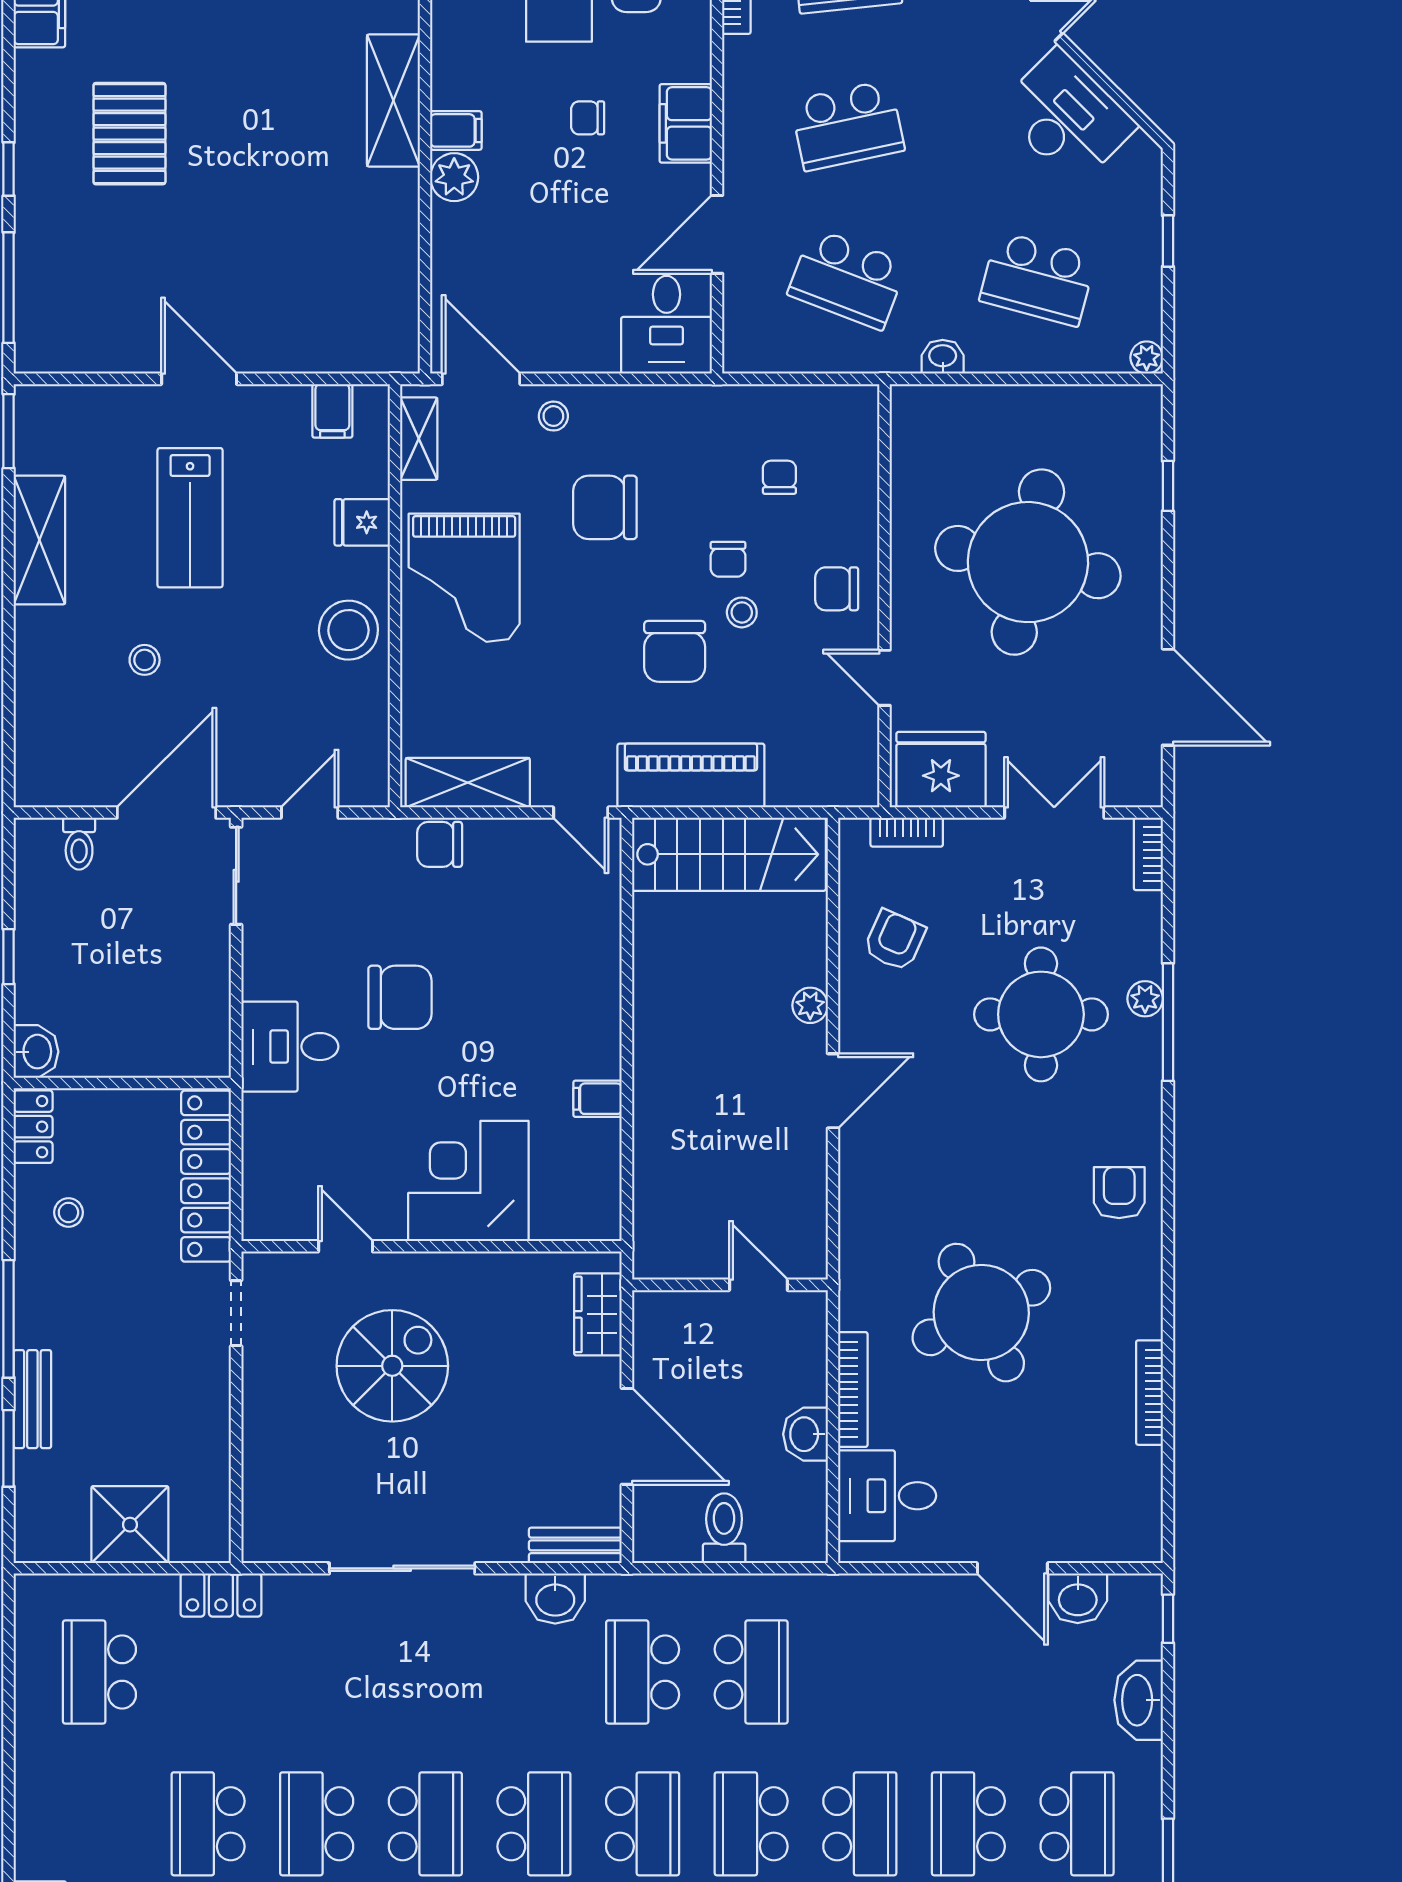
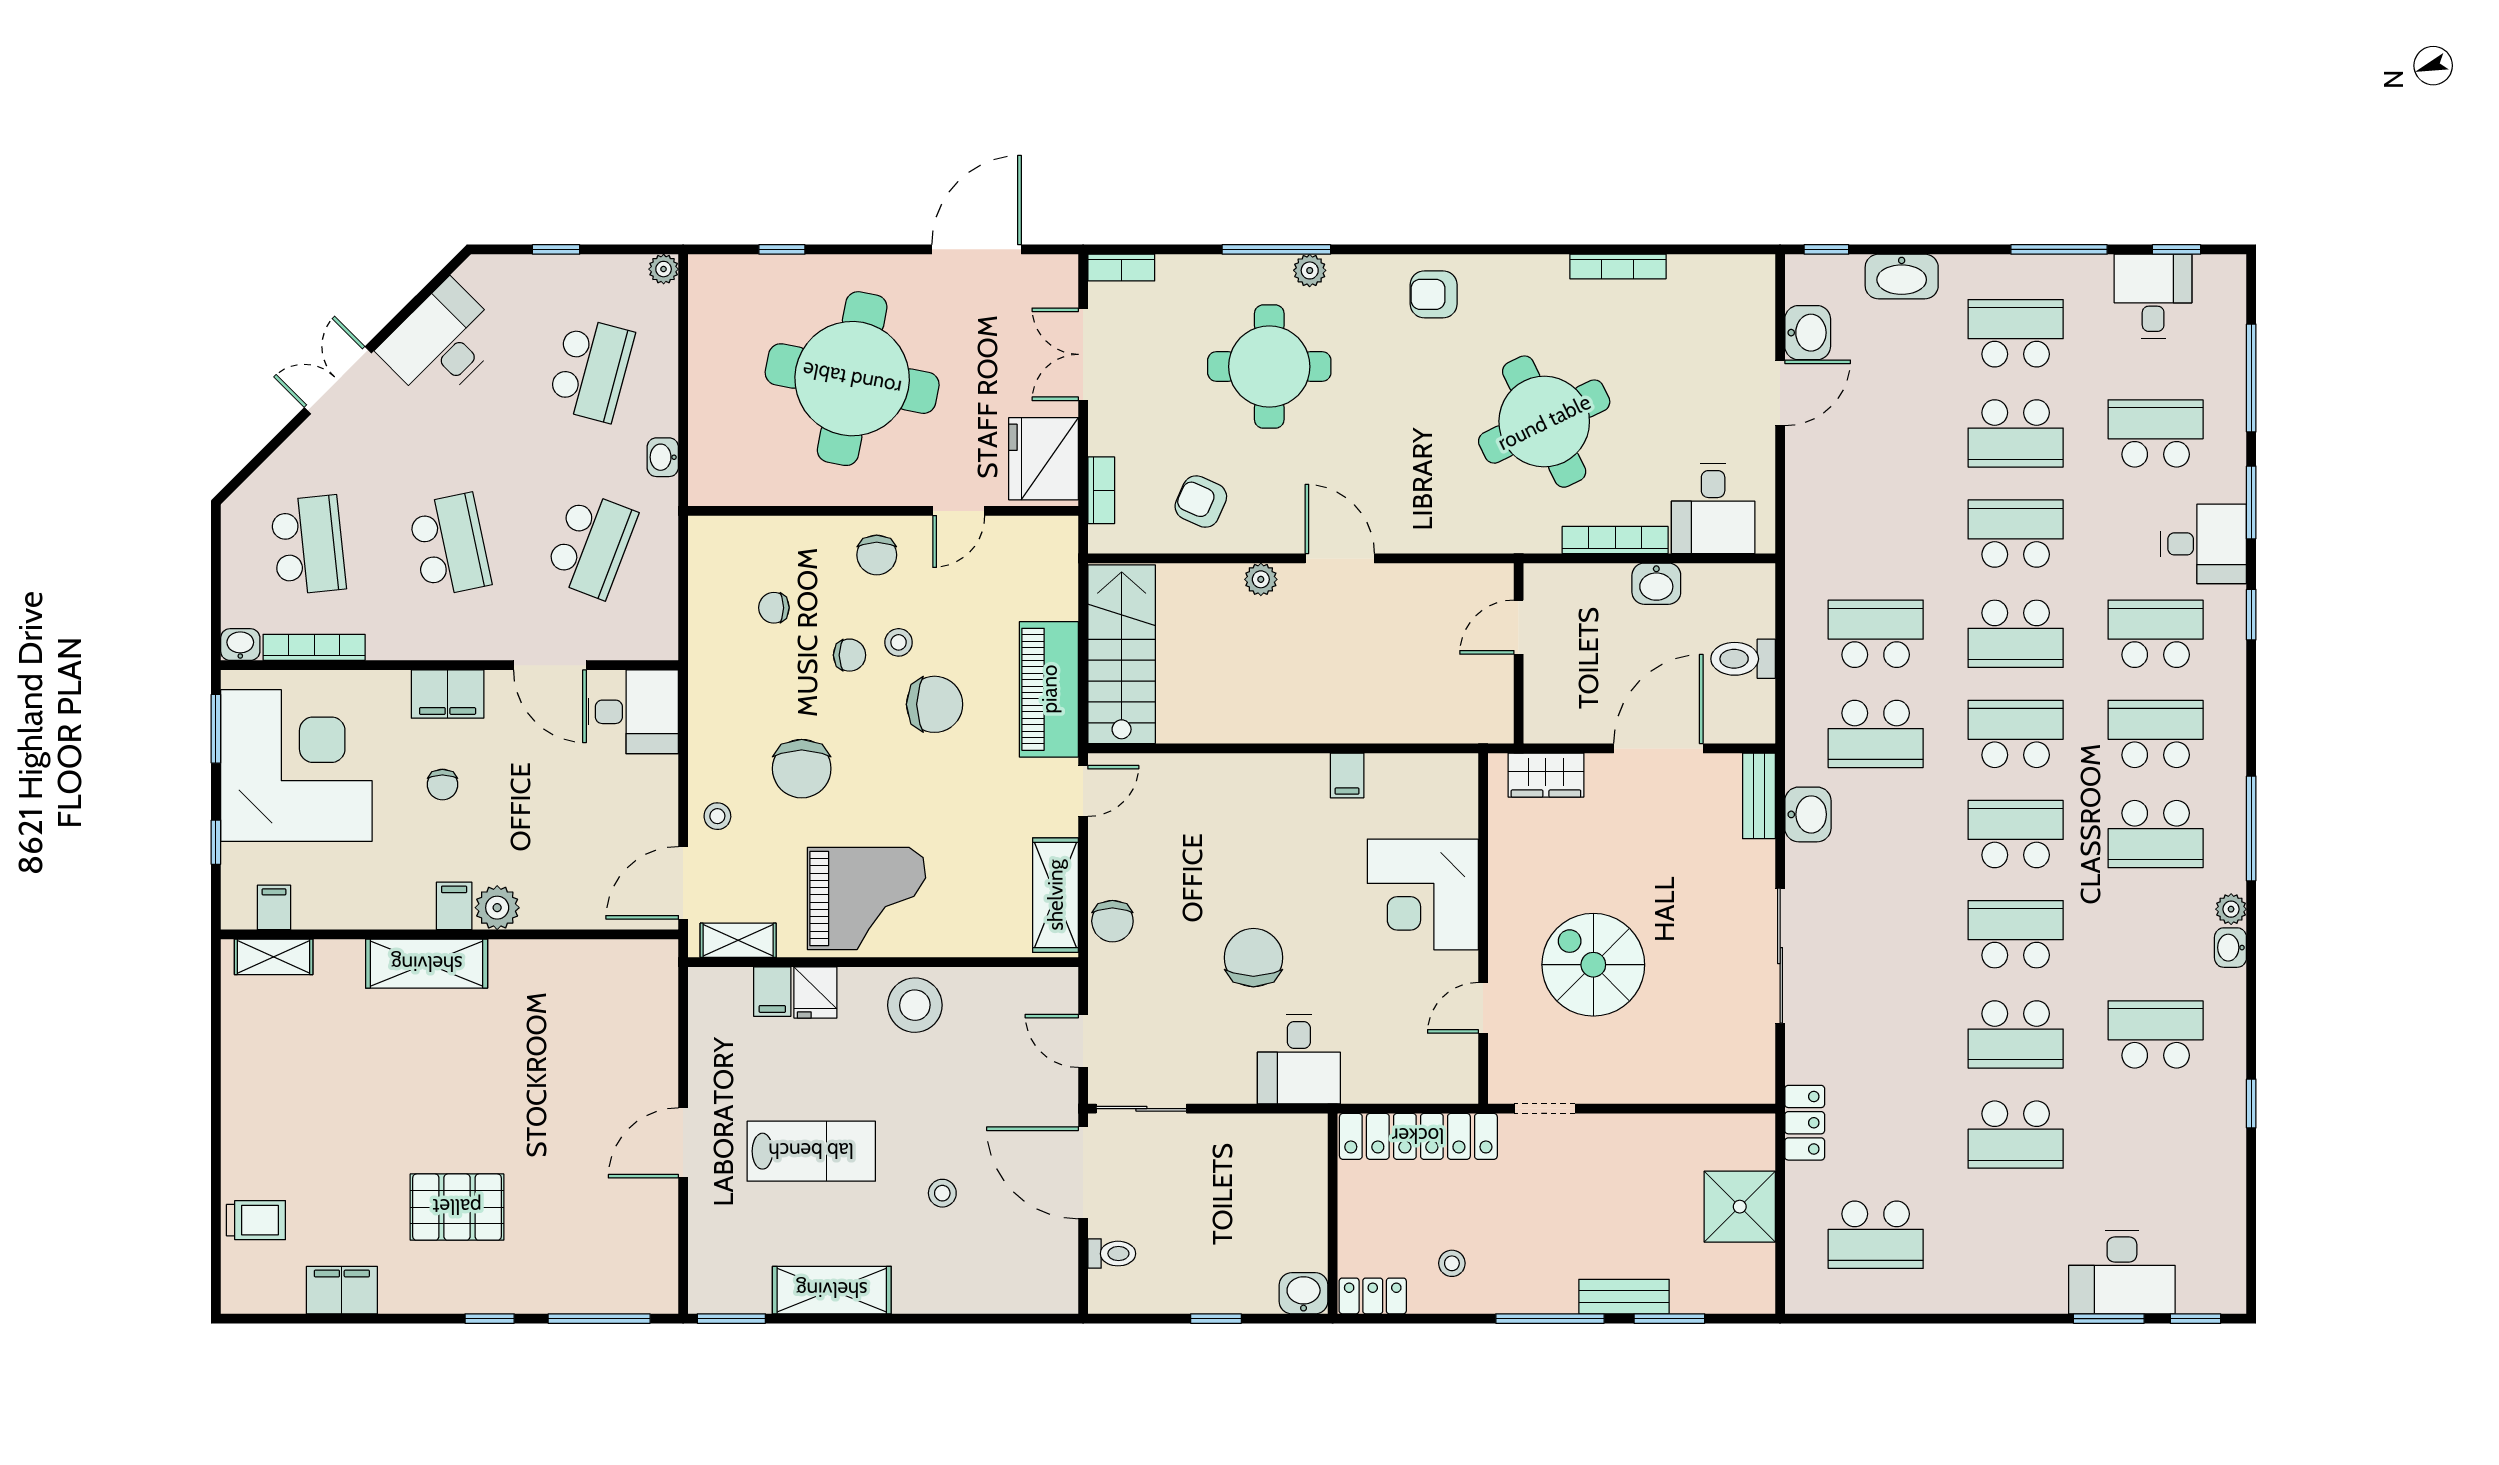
filing cabinet: (332, 411) -> (772, 992), moved, turned 90
plant: (1145, 999) -> (1310, 270), moved

